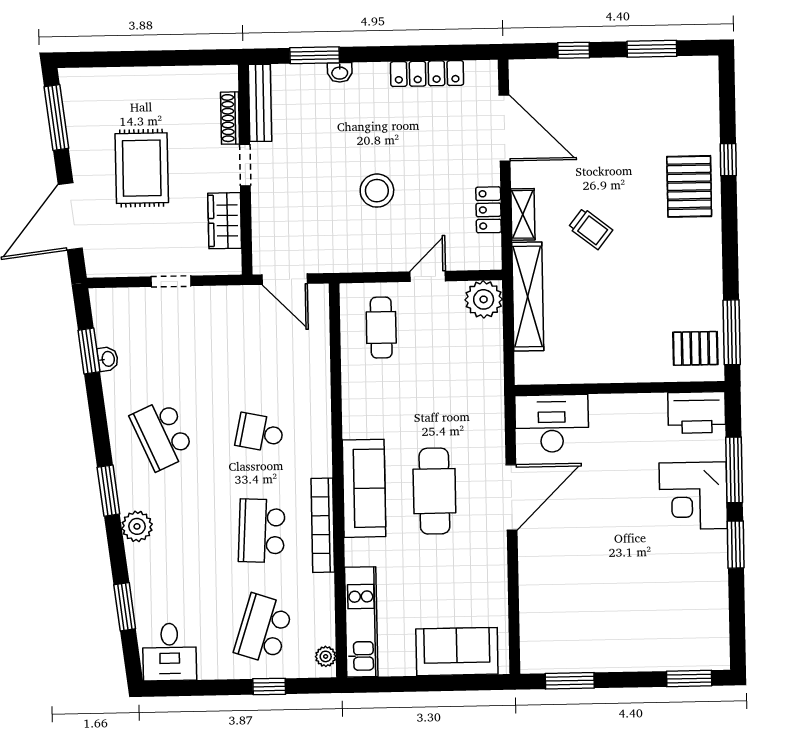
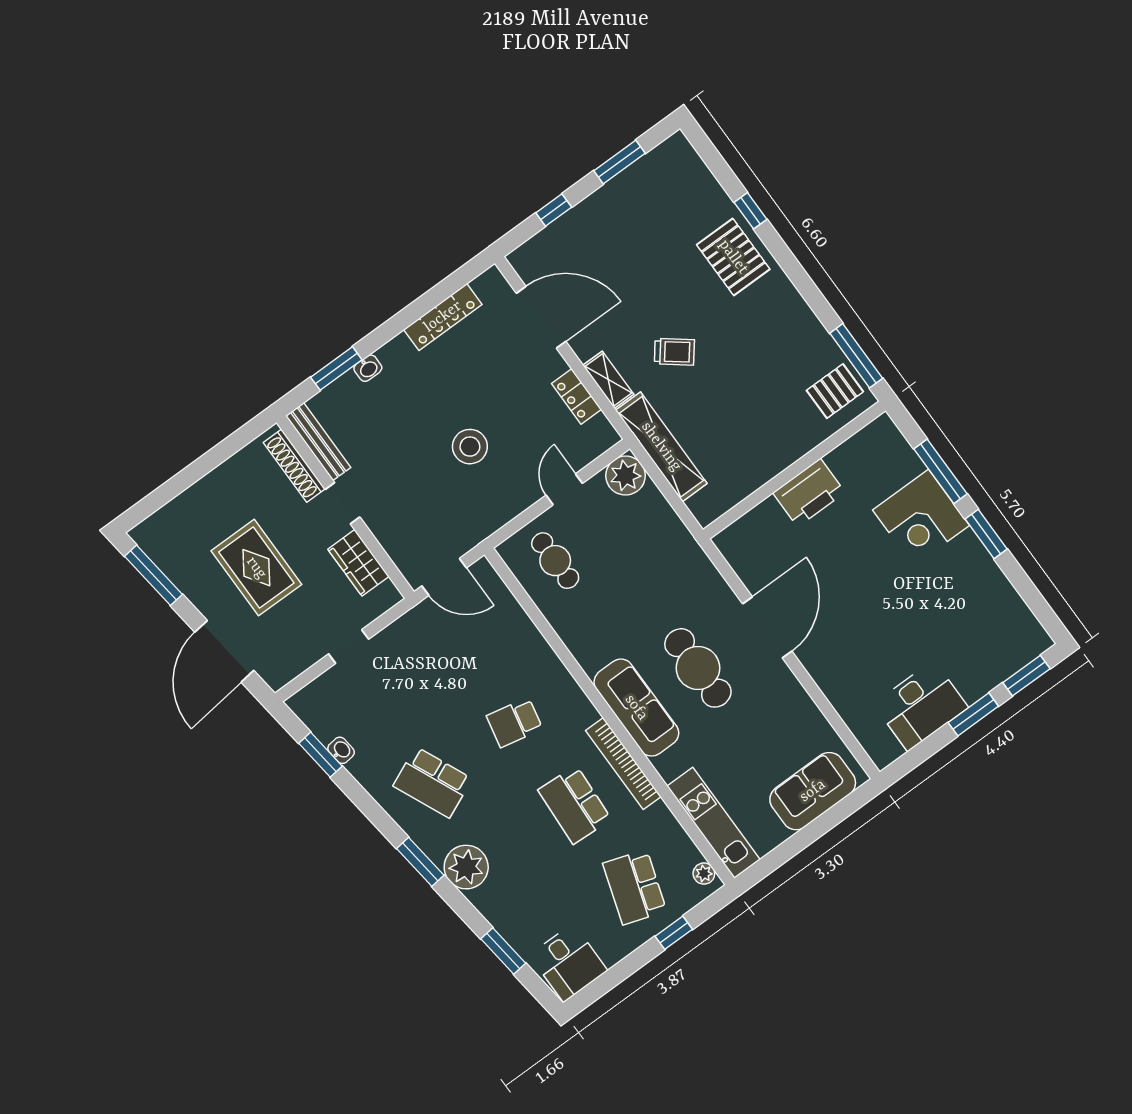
shoe rack: (230, 118) -> (294, 466), width x1.36, depth x1.24
printer: (697, 413) -> (809, 493), moved
desk: (552, 423) -> (921, 706), moved, turned 180
plant: (137, 526) -> (466, 867), width x1.36, depth x1.36
window: (570, 681) -> (973, 714), moved

